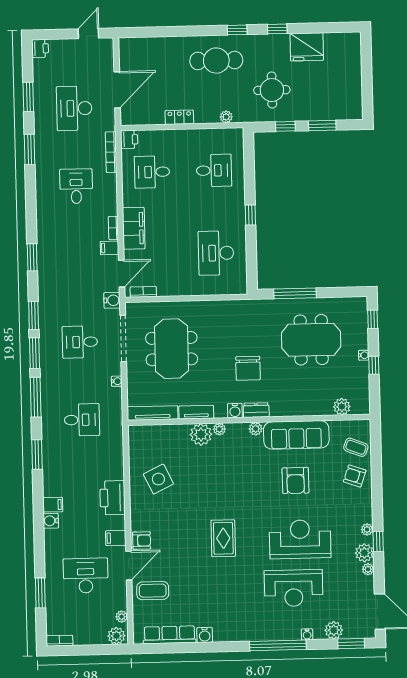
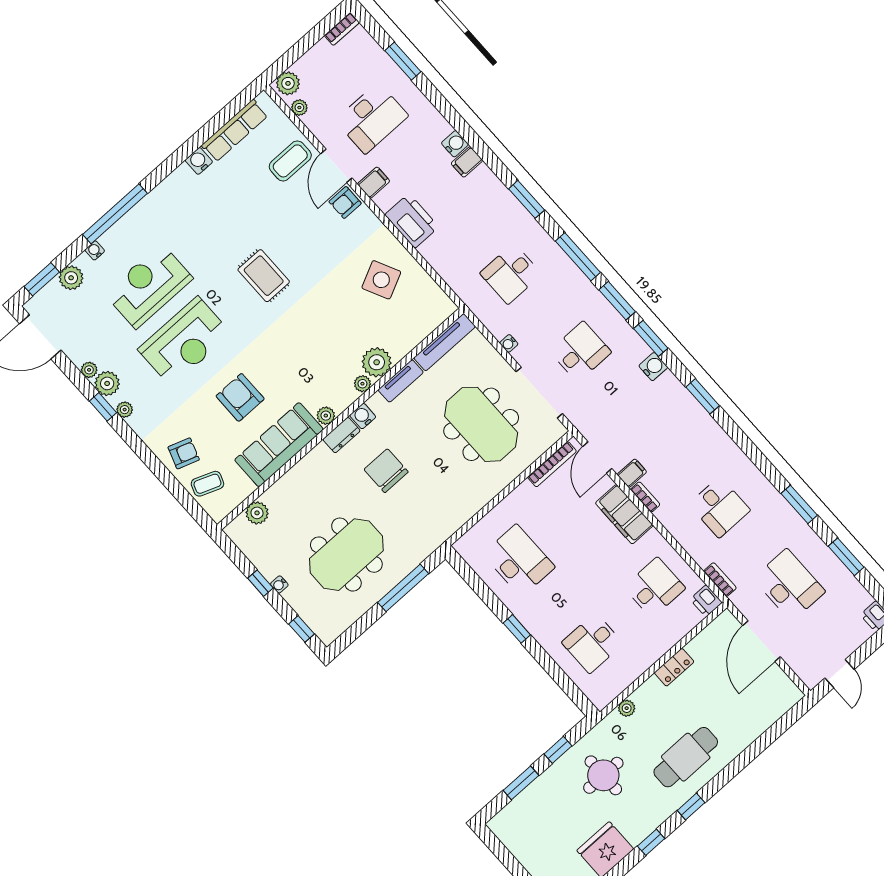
bookcase: (111, 152) -> (720, 580), width x0.64
bookcase: (143, 292) -> (552, 464), width x1.56
water cooler: (112, 300) -> (653, 367), moved, turned 180

